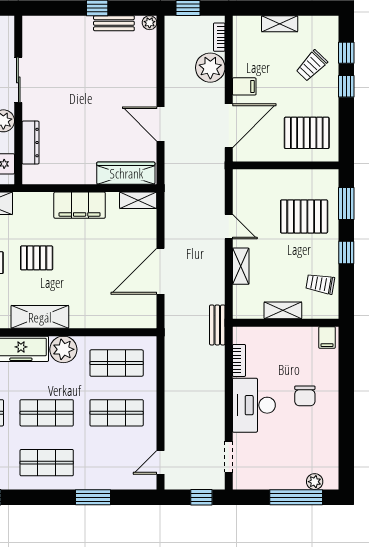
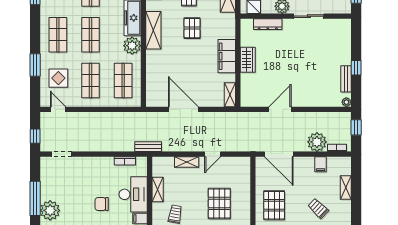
filing cabinet: (244, 86) -> (321, 164), moved
wardrobe: (126, 173) -> (248, 60), moved, width x0.67
desk: (254, 405) -> (133, 194), moved, turned 90
display table: (113, 462) -> (58, 78), added
plant: (315, 482) -> (50, 210), width x1.87, depth x1.87

